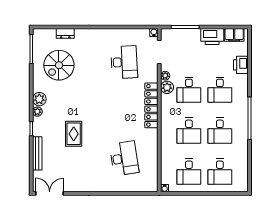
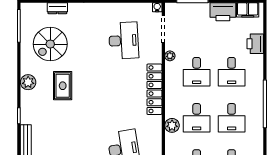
plant: (167, 87) -> (172, 125), moved
plant: (37, 112) -> (26, 96), removed
rug: (74, 134) -> (63, 86), moved

